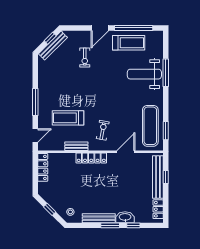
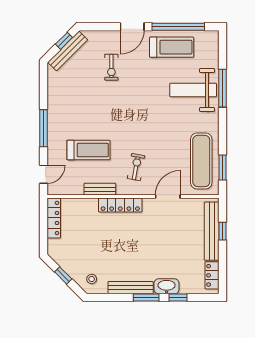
treadmill: (68, 118) -> (88, 150), turned 180

